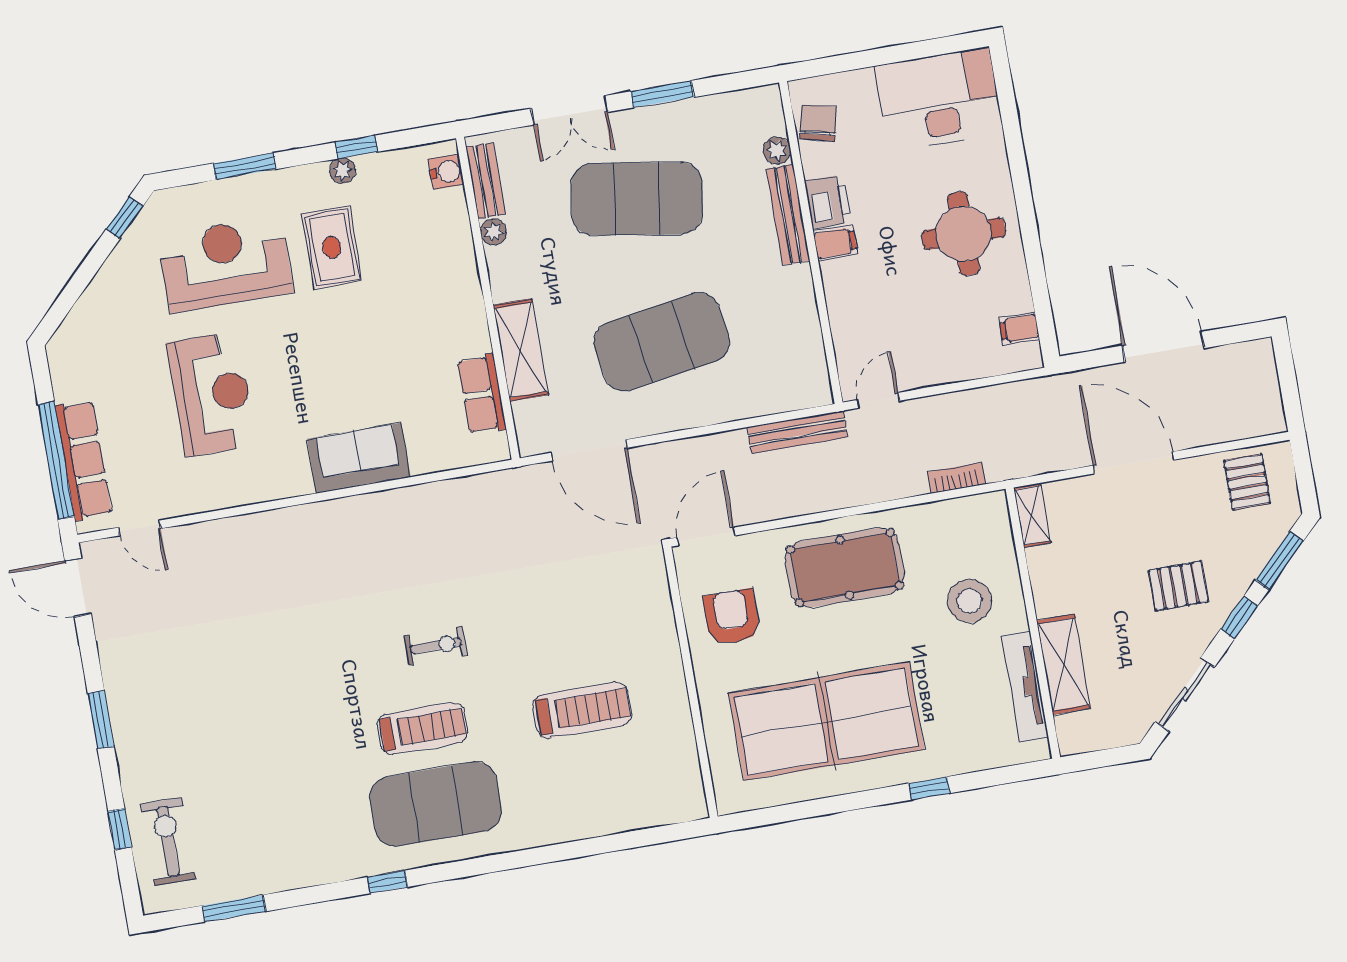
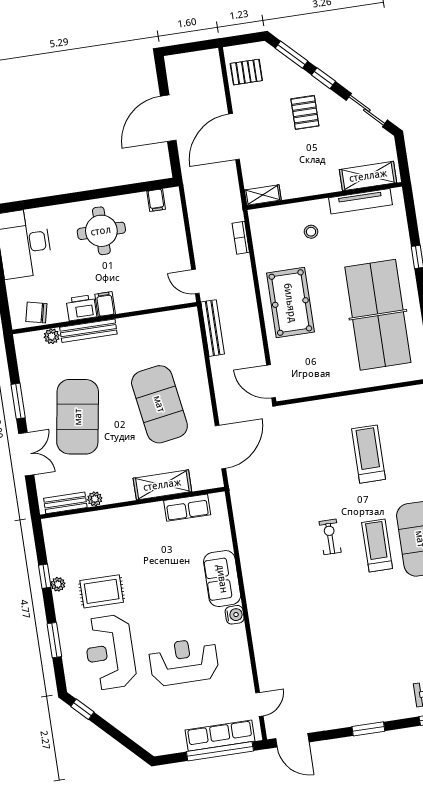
water cooler: (446, 172) -> (235, 615), moved, turned 90
door: (78, 587) -> (292, 740), hinge flipped
stool: (970, 601) -> (311, 232), width x0.53, depth x0.53
armchair: (732, 617) -> (317, 368), removed
shelving: (1063, 664) -> (368, 176), moved

